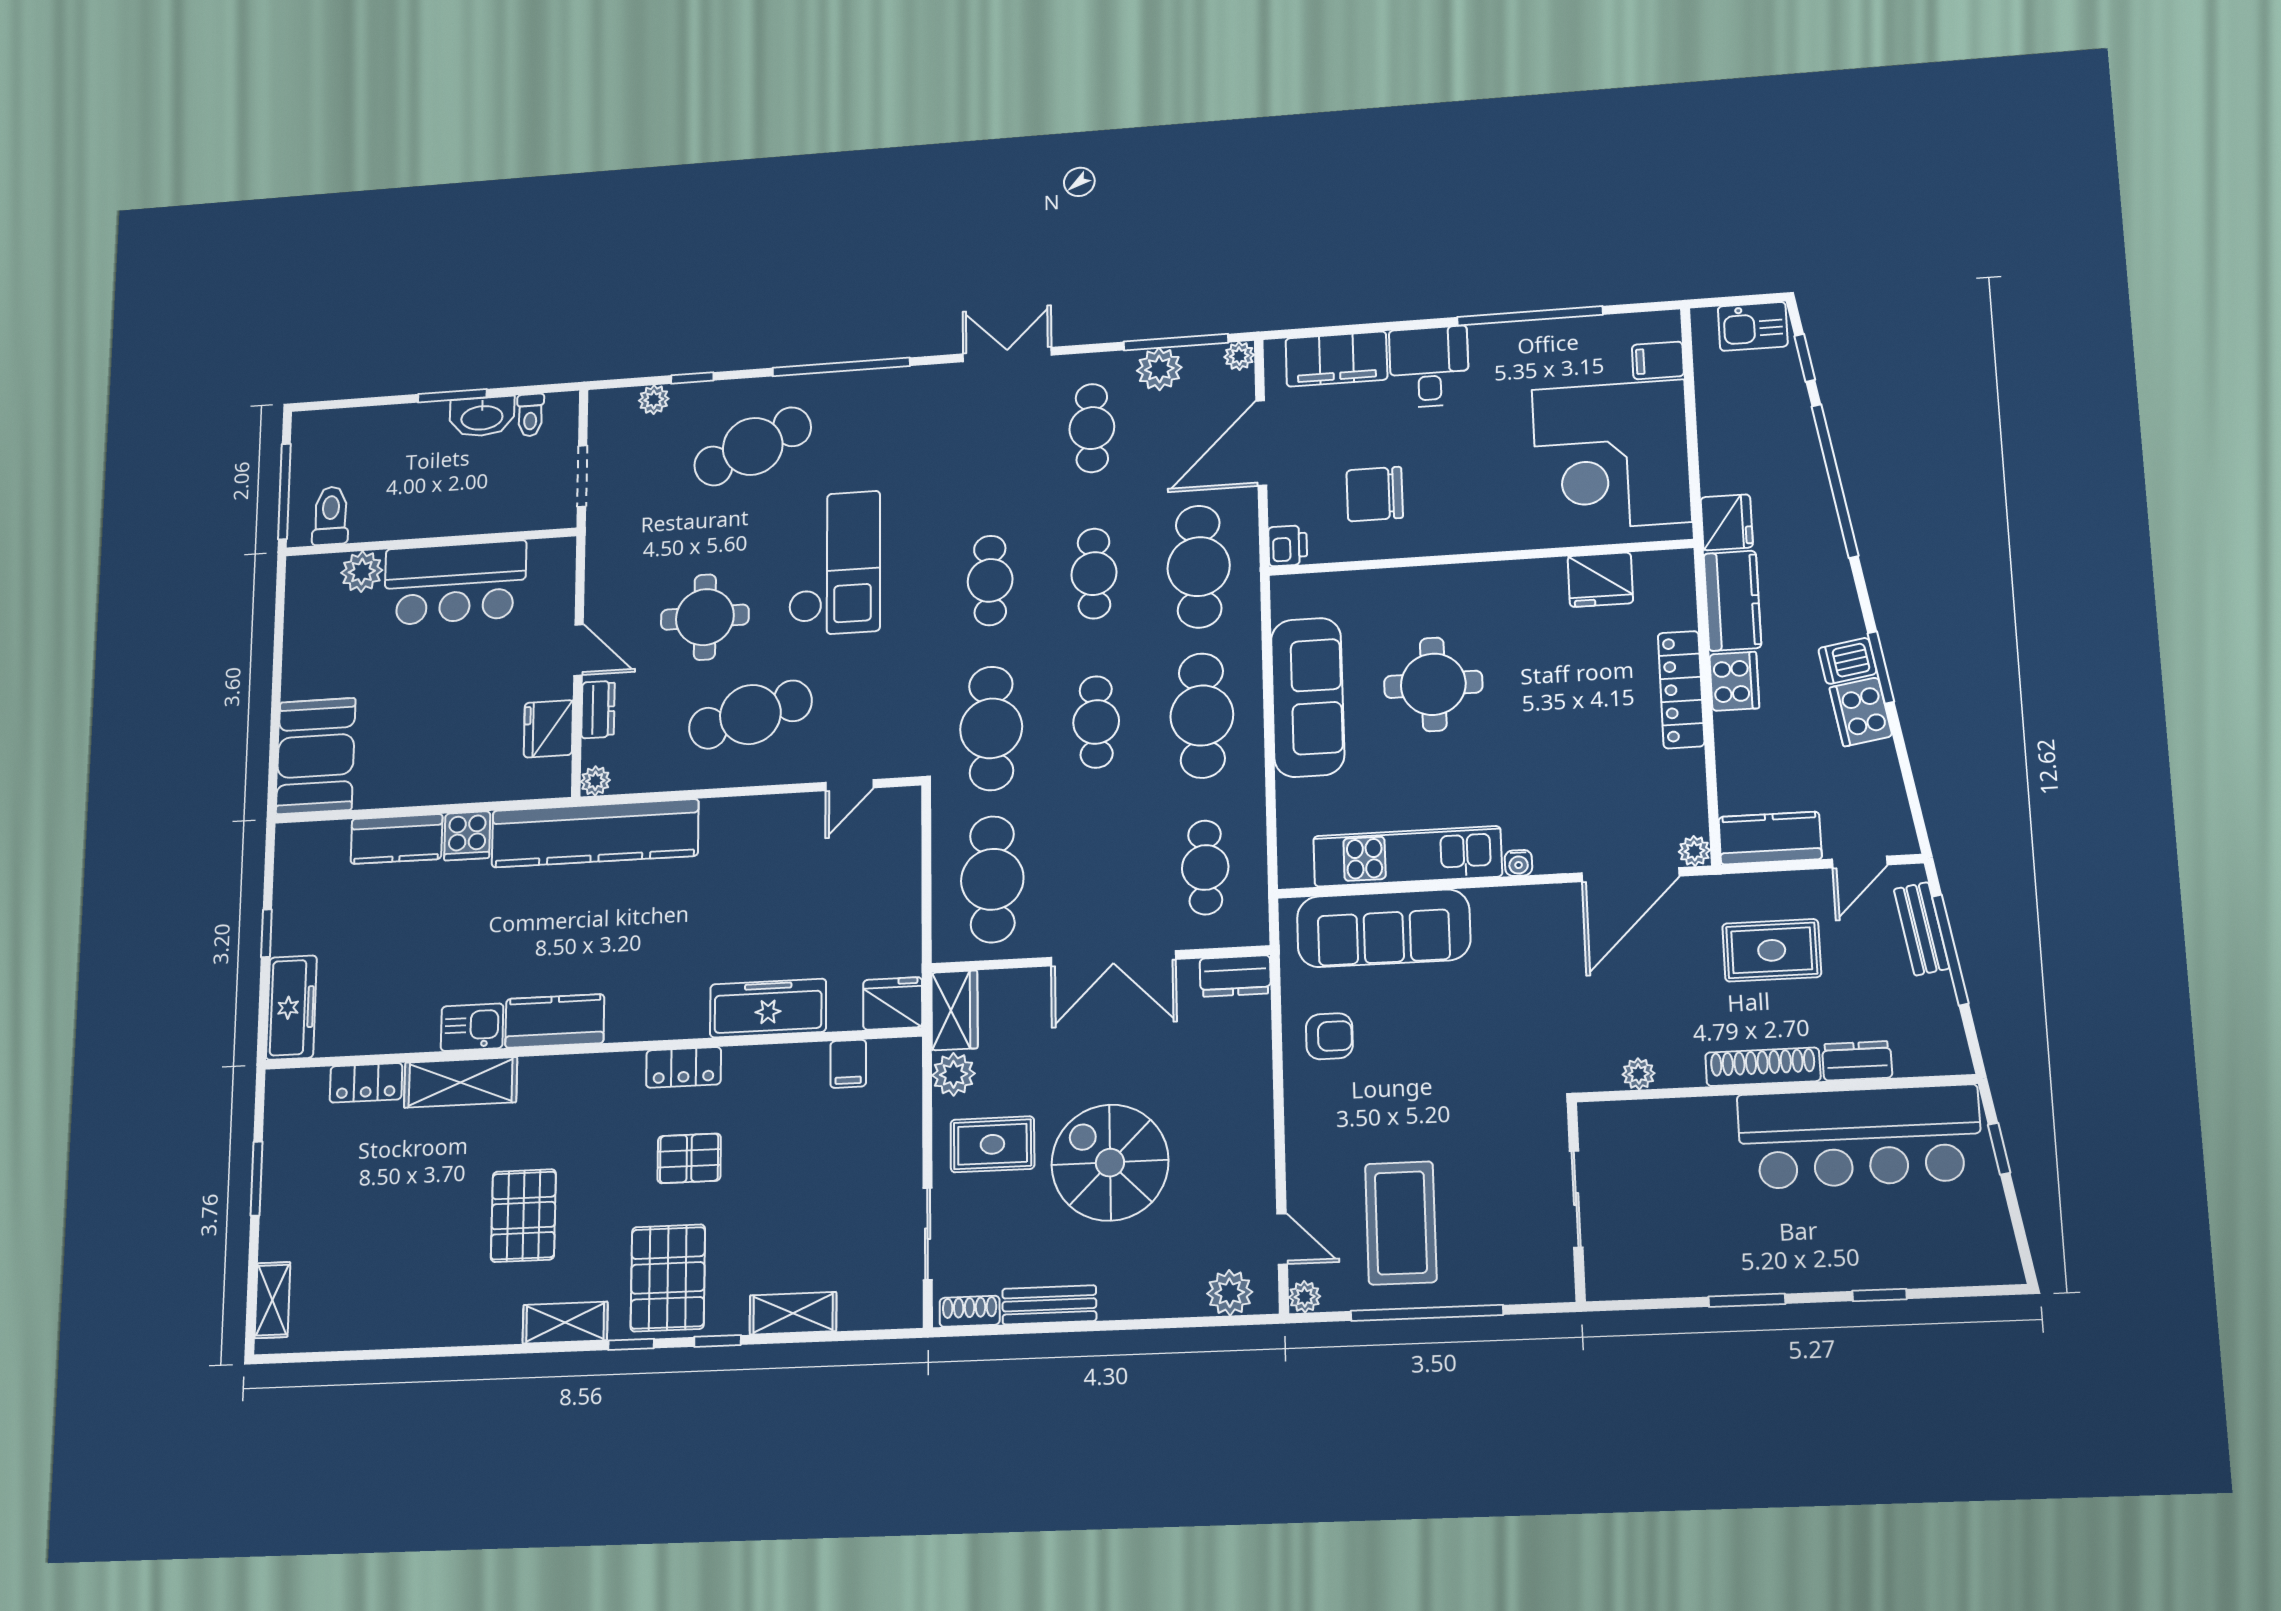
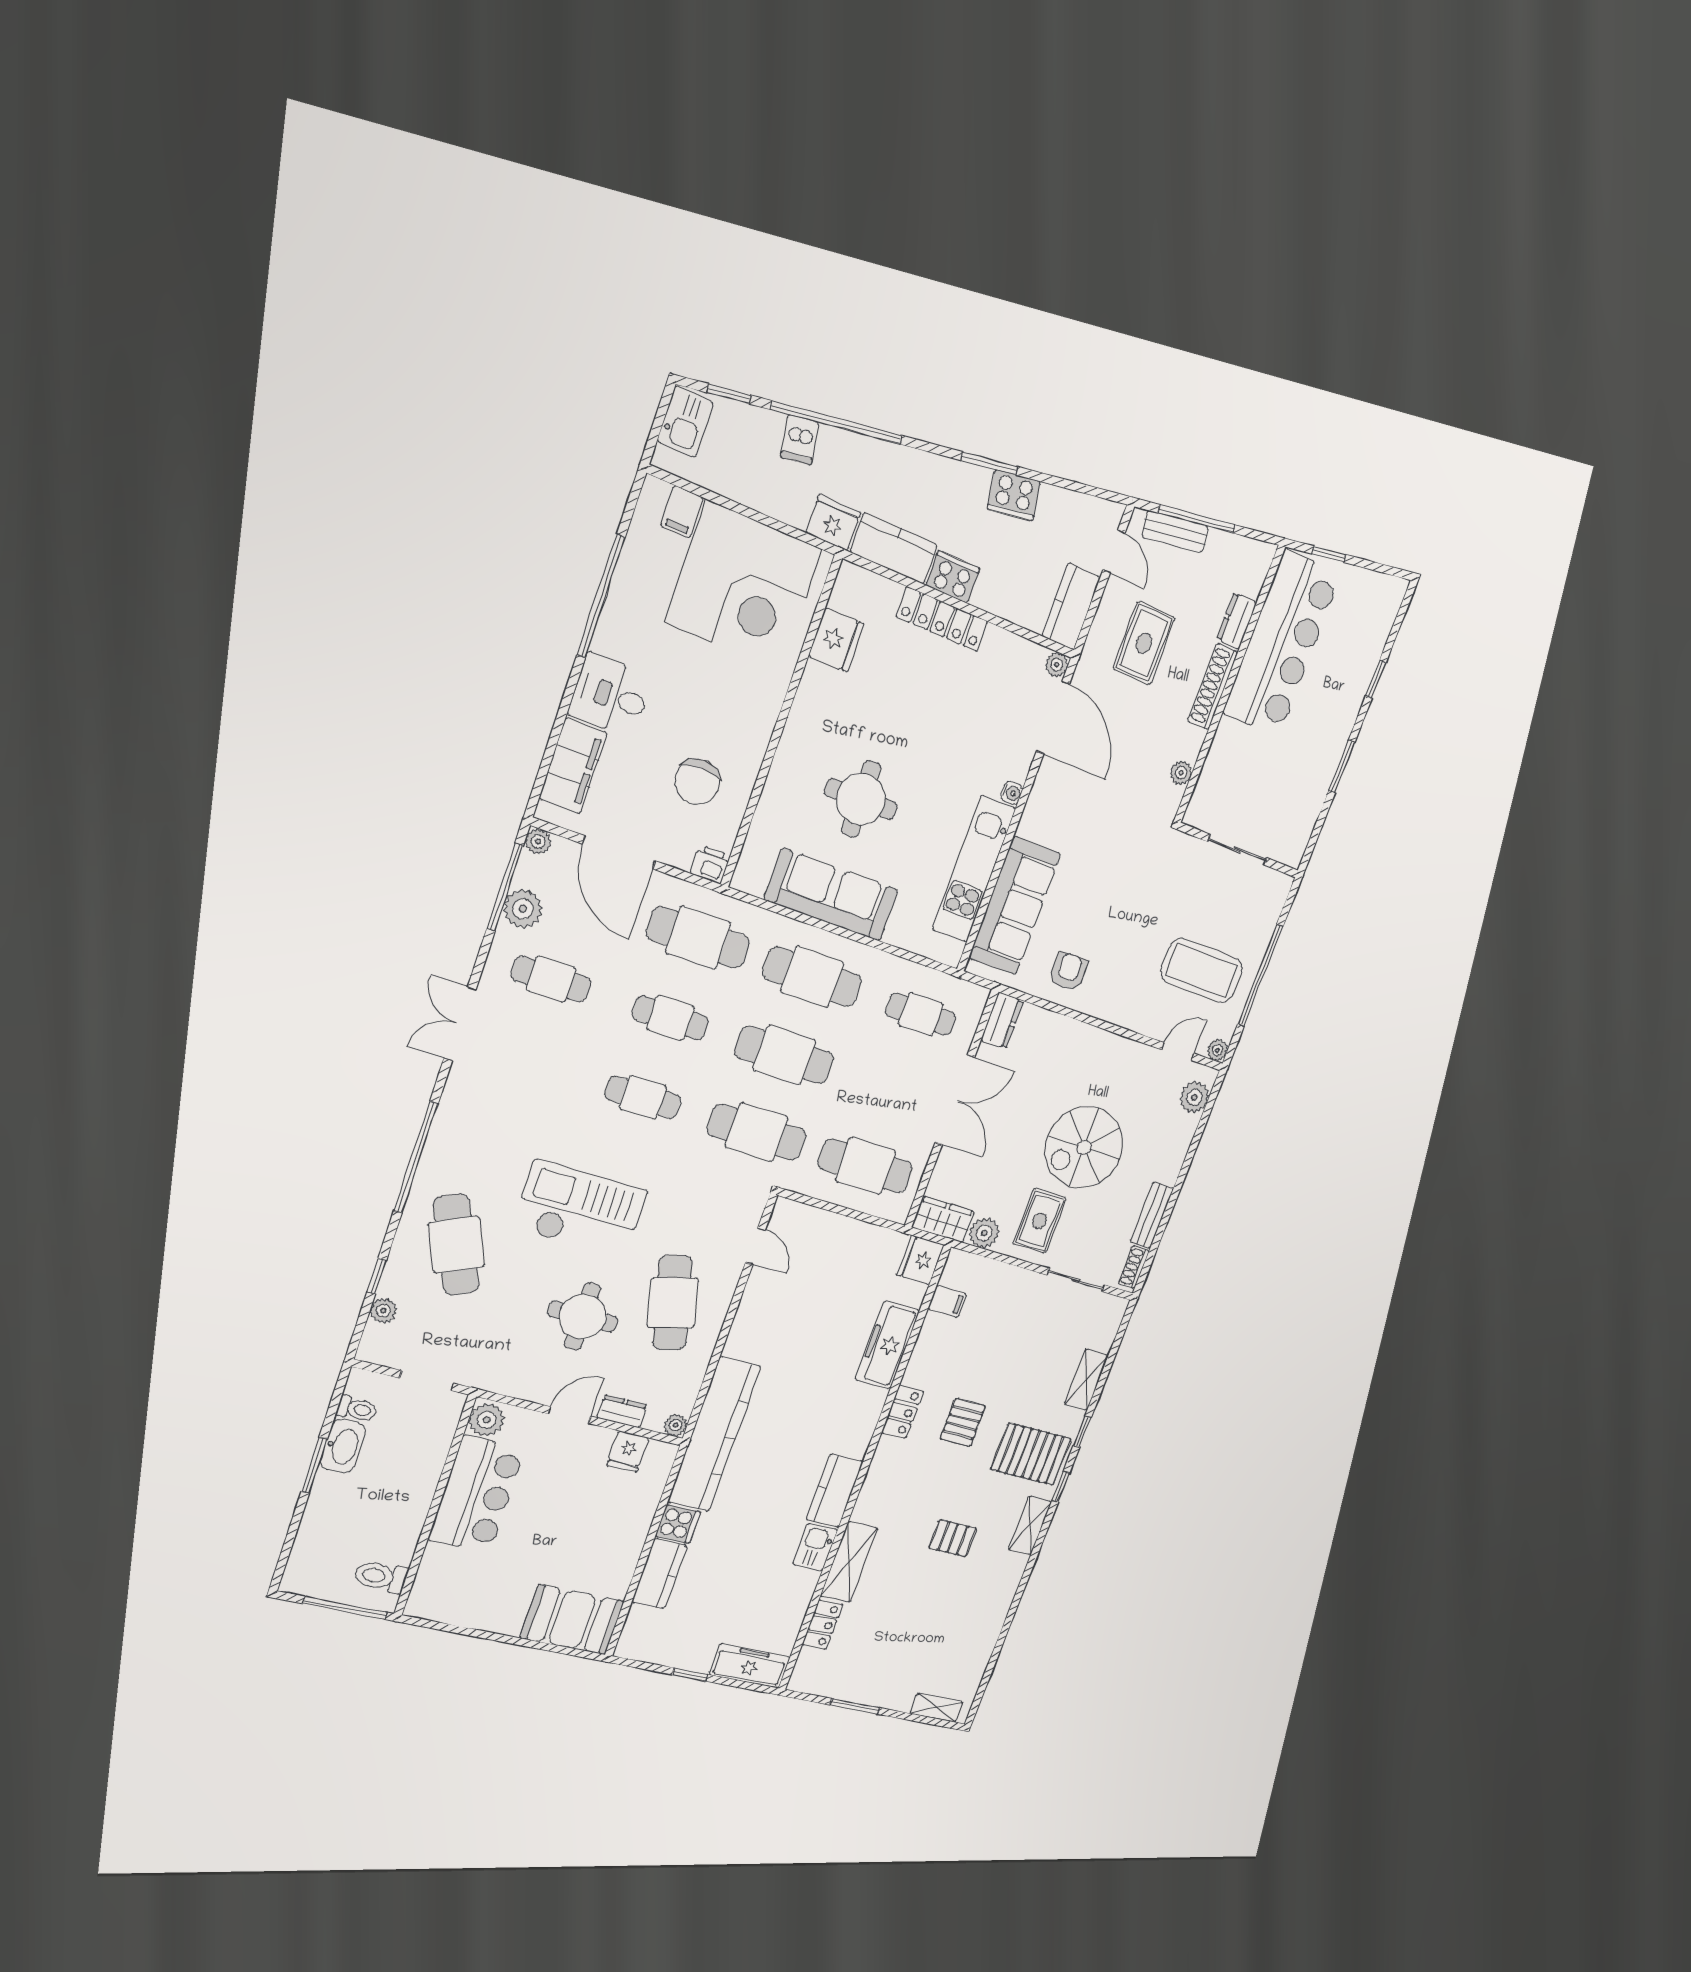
plant: (362, 572) -> (487, 1420), moved
dishwasher: (1847, 661) -> (800, 440), moved
cafe table: (1096, 722) -> (784, 1055), width x1.37, depth x1.35
fridge: (548, 729) -> (628, 1451), width x0.72
pallet: (523, 1216) -> (953, 1538), width x0.67, depth x0.71

